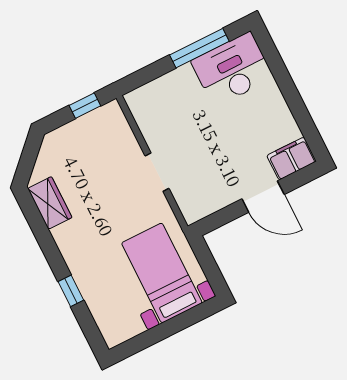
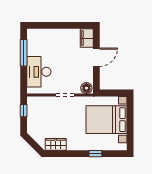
desk: (232, 69) -> (39, 72), moved
floor lamp: (192, 208) -> (86, 88), added
bed with nightstands: (162, 273) -> (107, 120), width x1.36

